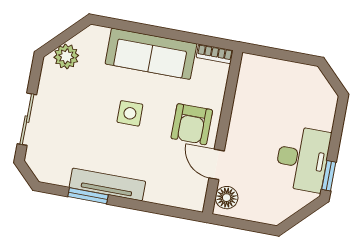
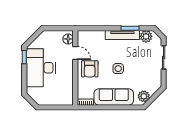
plant: (66, 56) -> (144, 96), moved
armchair: (192, 124) -> (90, 69), turned 180
desk: (302, 159) -> (41, 68), width x1.36, depth x1.30
plant: (57, 172) -> (146, 36), added

